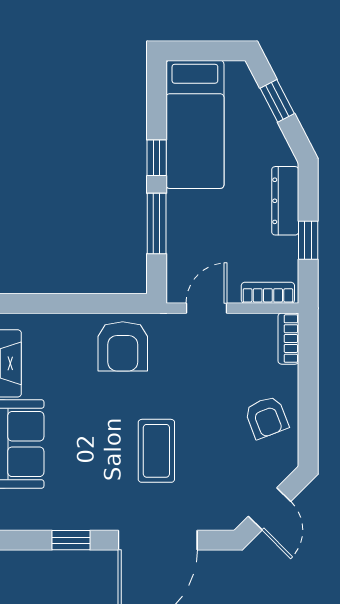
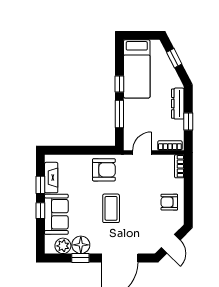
armchair: (123, 346) -> (104, 170), turned -90
armchair: (267, 417) -> (169, 202), turned 111
coffee table: (156, 451) -> (111, 208), moved
floor lamp: (72, 511) -> (81, 245), added
plant: (33, 513) -> (63, 246), added

